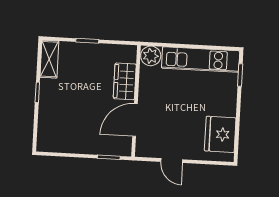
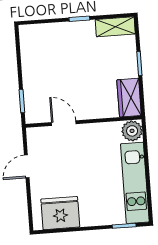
wardrobe: (125, 81) -> (129, 98), moved, turned -90
door: (135, 120) -> (64, 123), width x0.73

